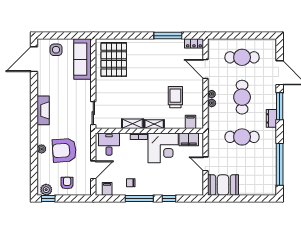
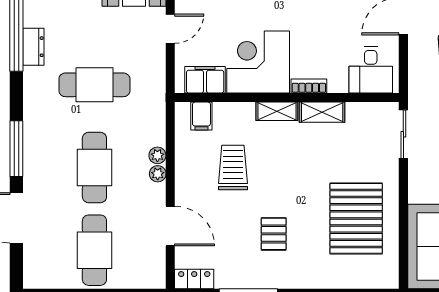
cafe table: (242, 57) -> (94, 250), turned 90
pallet: (114, 60) -> (356, 218), moved
pallet: (156, 65) -> (274, 234), added
trolley: (175, 97) -> (233, 167), turned 180
dresser: (271, 118) -> (33, 47), moved
door: (205, 164) -> (170, 29), hinge flipped

